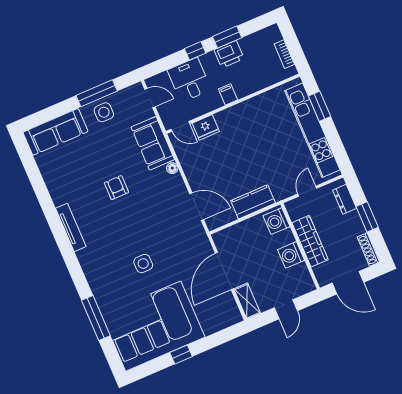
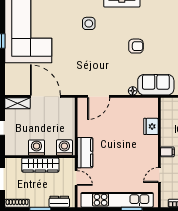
door: (180, 126) -> (159, 175), moved
kitchen counter: (253, 202) -> (85, 153), moved
side table: (143, 264) -> (89, 23), moved

